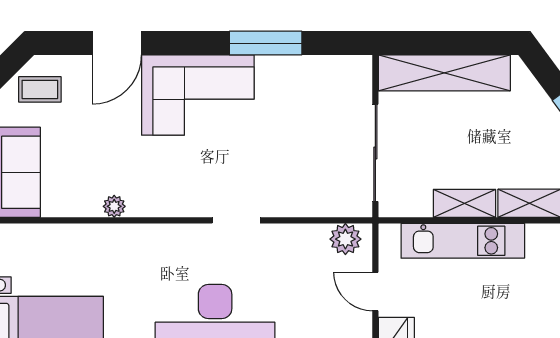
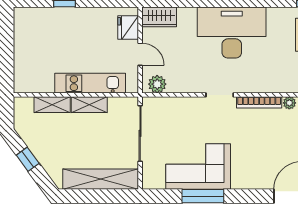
corner sofa: (198, 95) -> (198, 167), moved
bookcase: (167, 207) -> (259, 102), added

